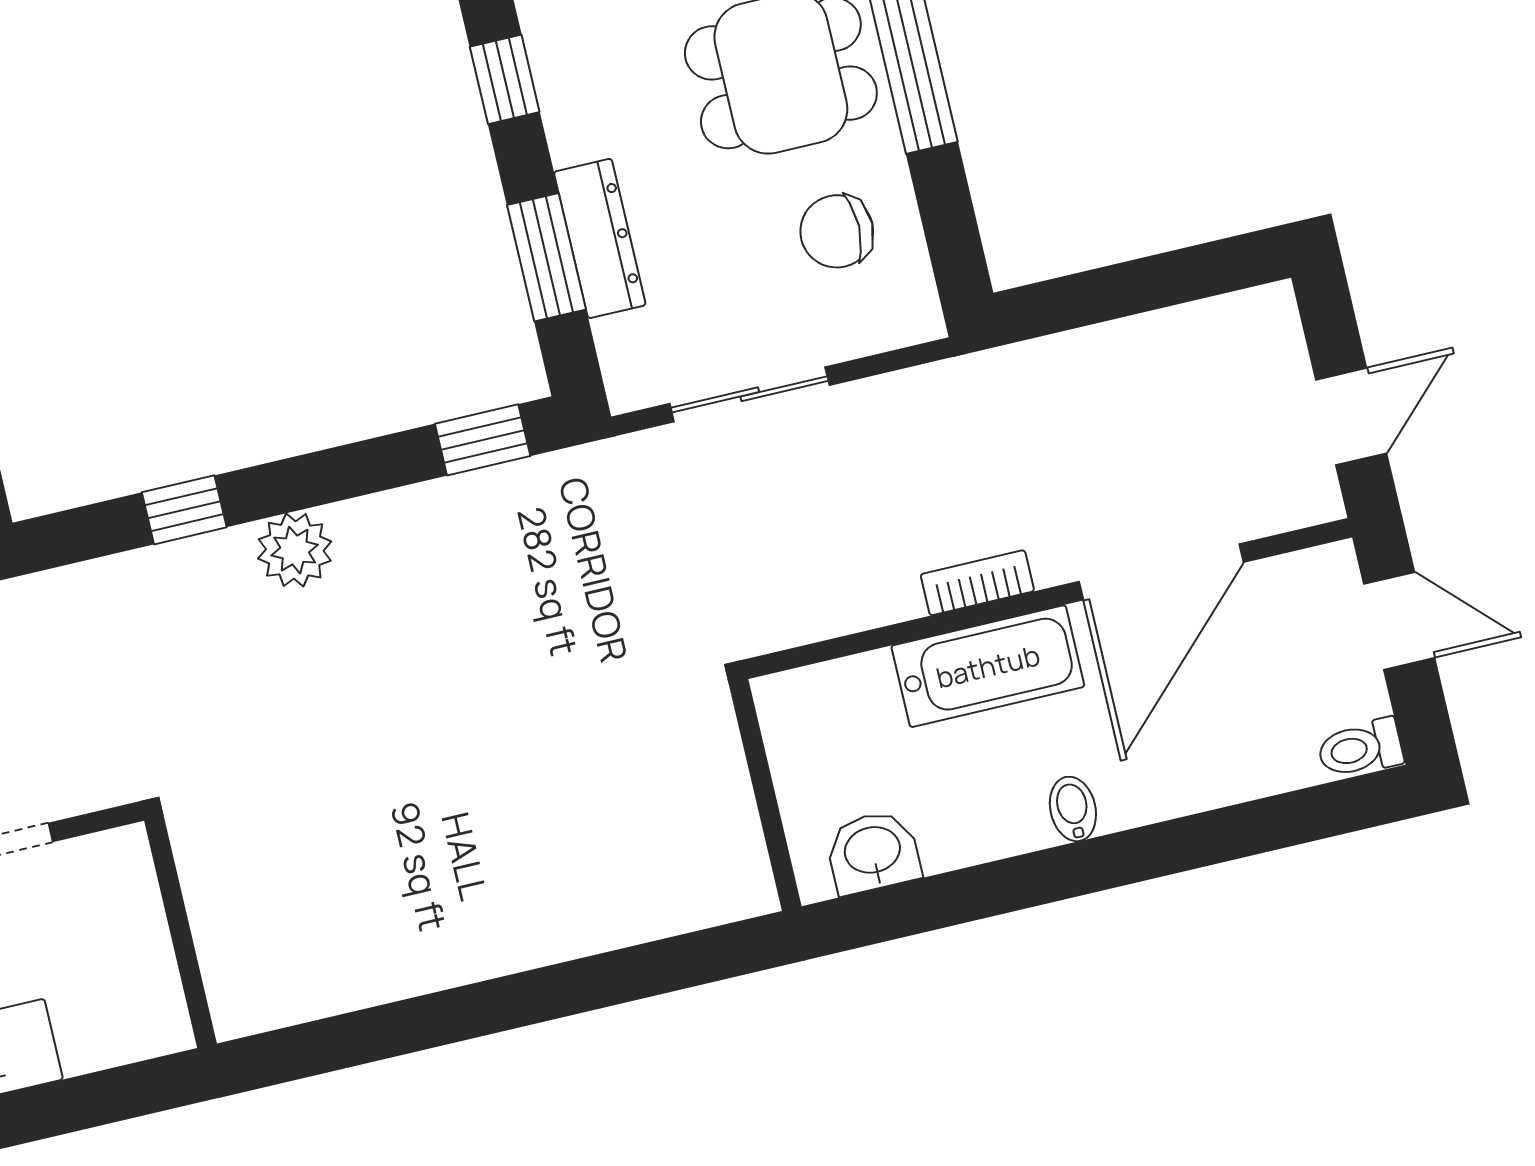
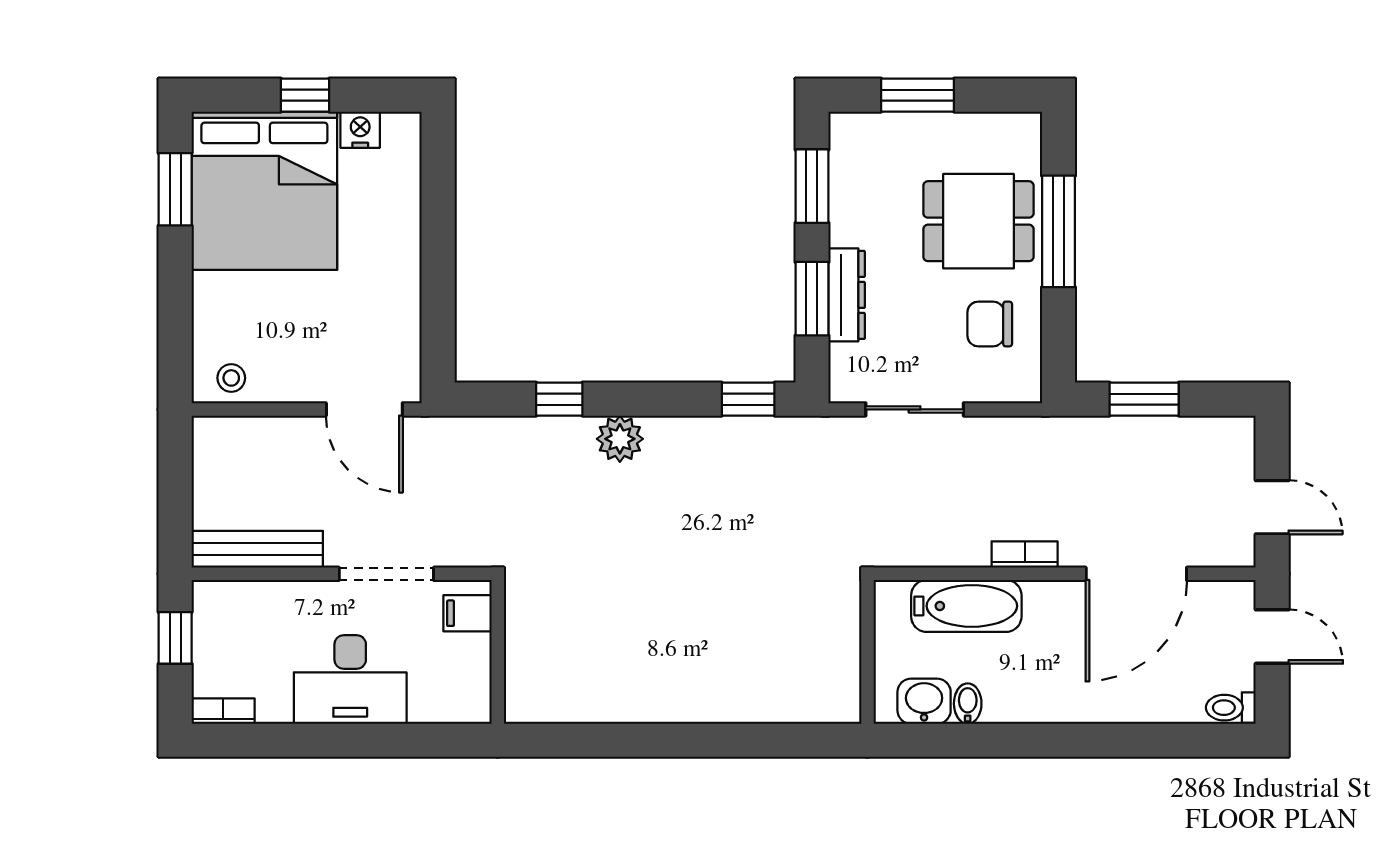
window: (505, 79) -> (812, 186), width x1.50
window: (1109, 293) -> (1144, 399), added
door: (1351, 416) -> (1272, 507), hinge flipped
bathtub: (988, 666) -> (966, 606), moved
bidet: (1073, 809) -> (968, 704), moved
filing cabinet: (118, 882) -> (467, 613), added

